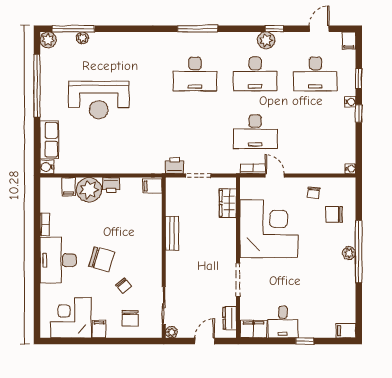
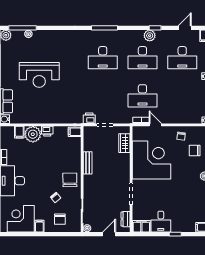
chair: (102, 259) -> (70, 180), moved, turned -107

